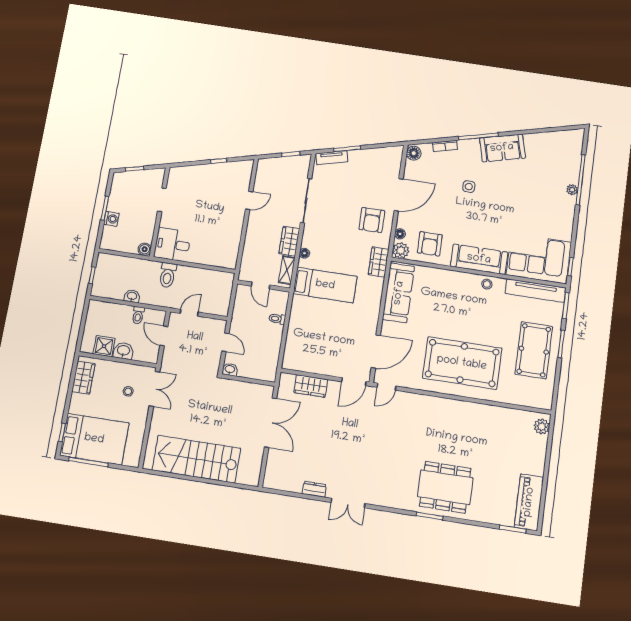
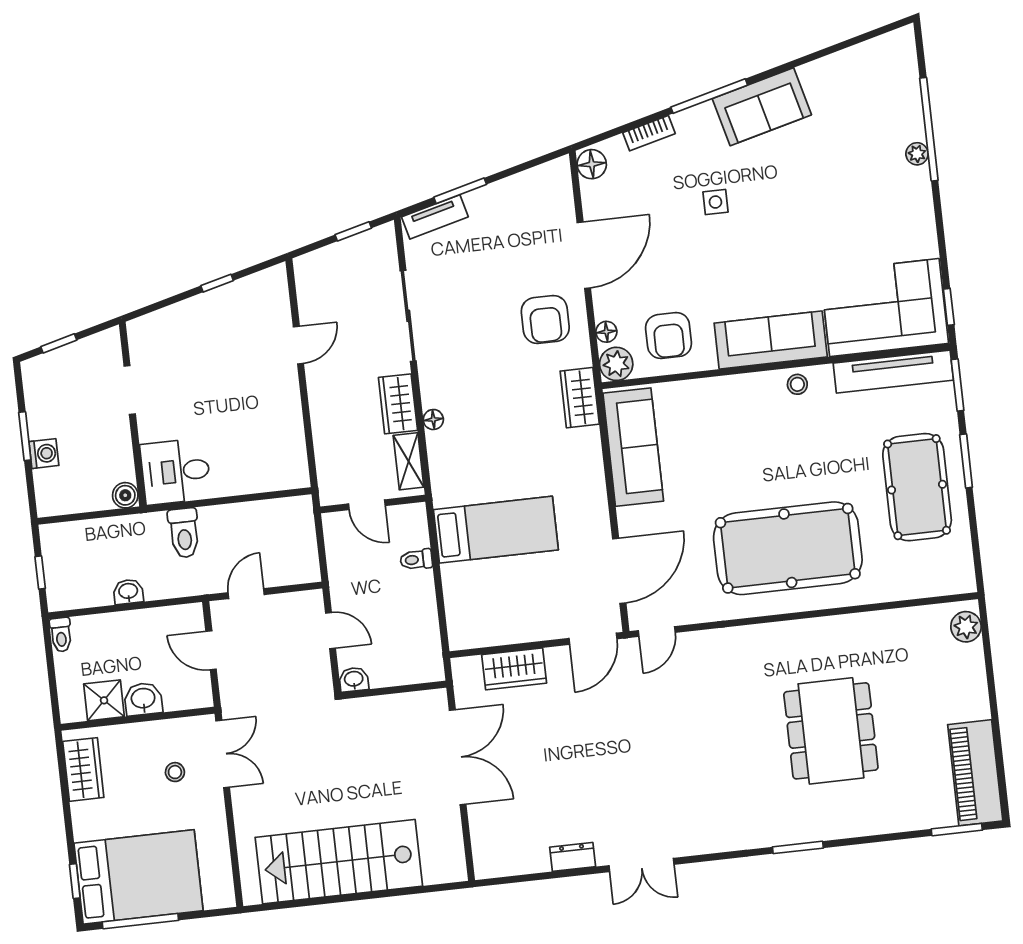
bed: (325, 285) -> (496, 530), moved
toilet: (138, 315) -> (61, 635), moved
dining table: (445, 487) -> (831, 731), moved, turned 90

